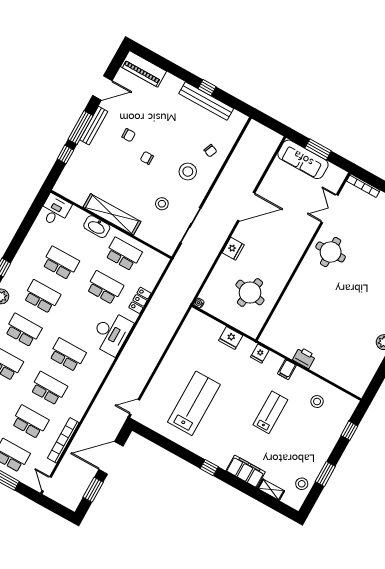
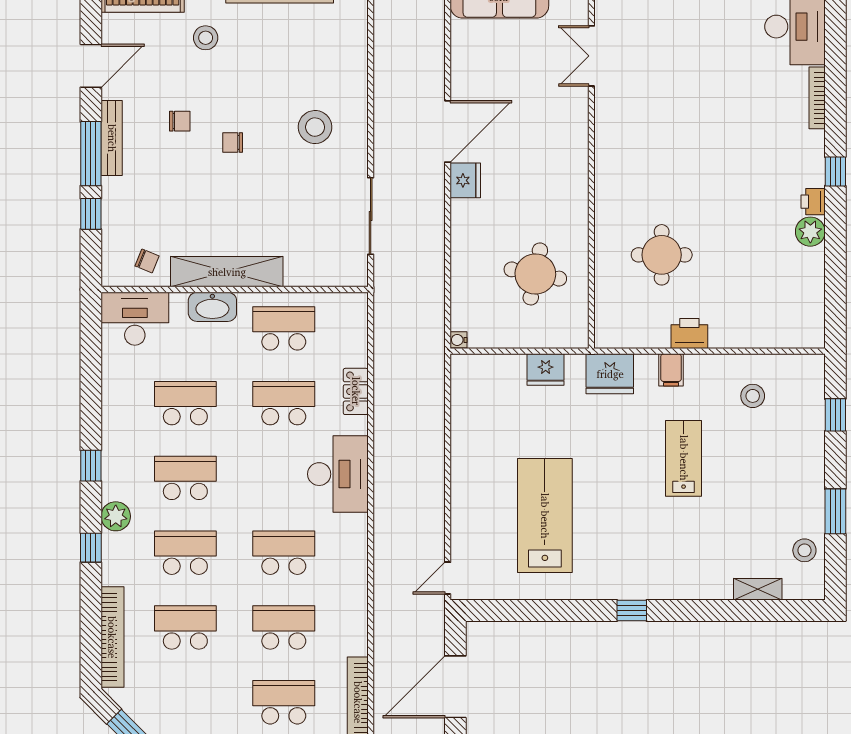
chair: (210, 151) -> (147, 261), moved
stool: (162, 204) -> (206, 38), moved
desk: (55, 210) -> (135, 319), width x1.37
fridge: (233, 249) -> (465, 180), moved
round table: (331, 252) -> (662, 255), moved
fridge: (260, 354) -> (610, 374), width x1.88, depth x1.34
filing cabinet: (246, 471) -> (697, 582), removed

